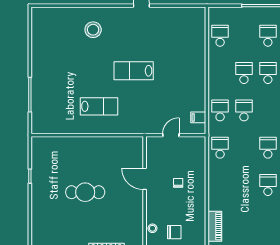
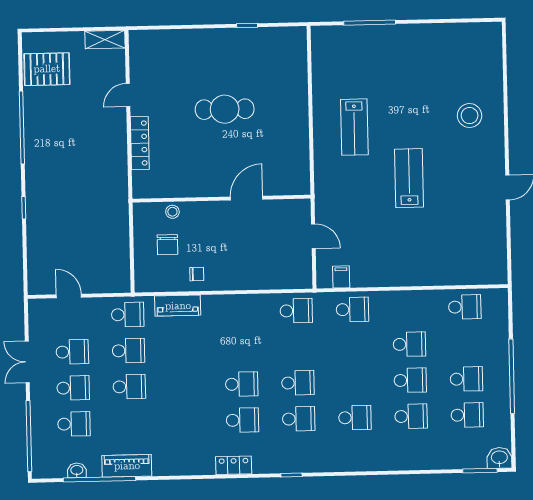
school desk: (244, 110) -> (353, 345), removed
chair: (178, 183) -> (197, 274), moved
cafe table: (85, 192) -> (225, 109), turned 90

